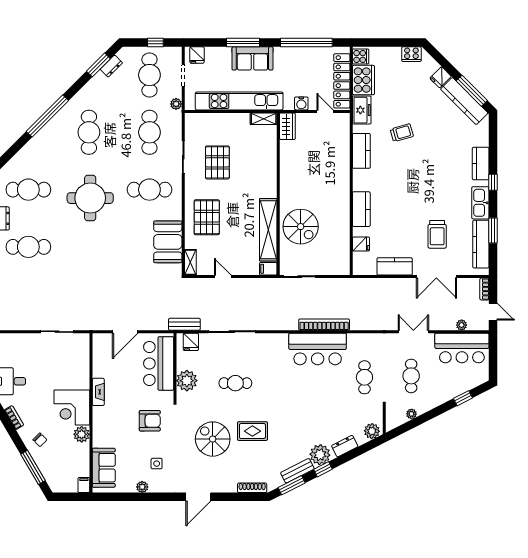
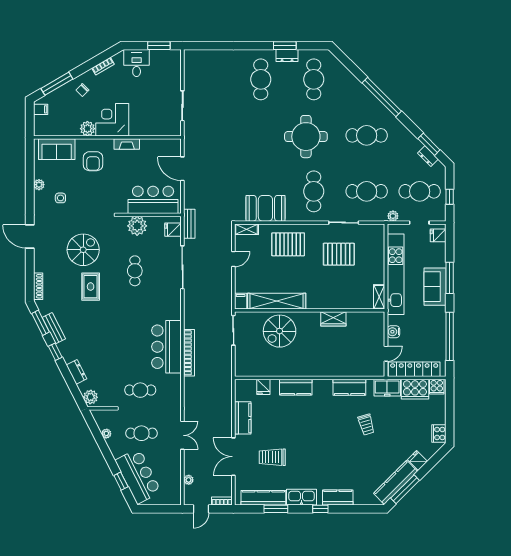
wardrobe: (287, 126) -> (333, 319), moved
bar counter: (462, 348) -> (138, 476), moved, turned 153
armchair: (150, 421) -> (93, 161), moved
plant: (320, 455) -> (69, 349), removed
filing cabinet: (84, 485) -> (41, 109), moved

